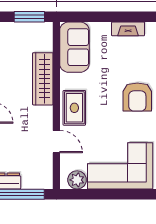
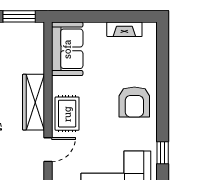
wardrobe: (43, 79) -> (33, 102), moved
door: (56, 142) -> (48, 150), hinge flipped

